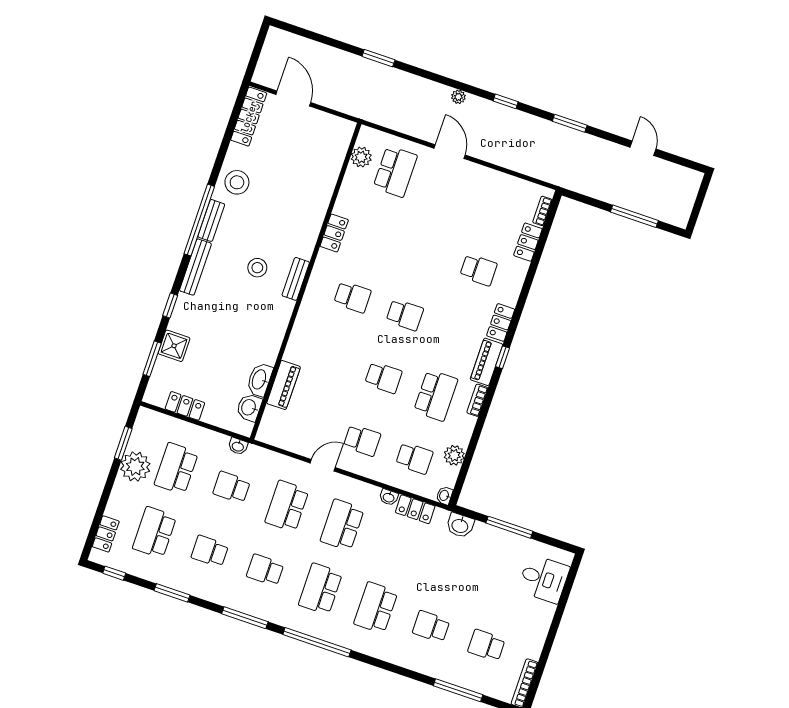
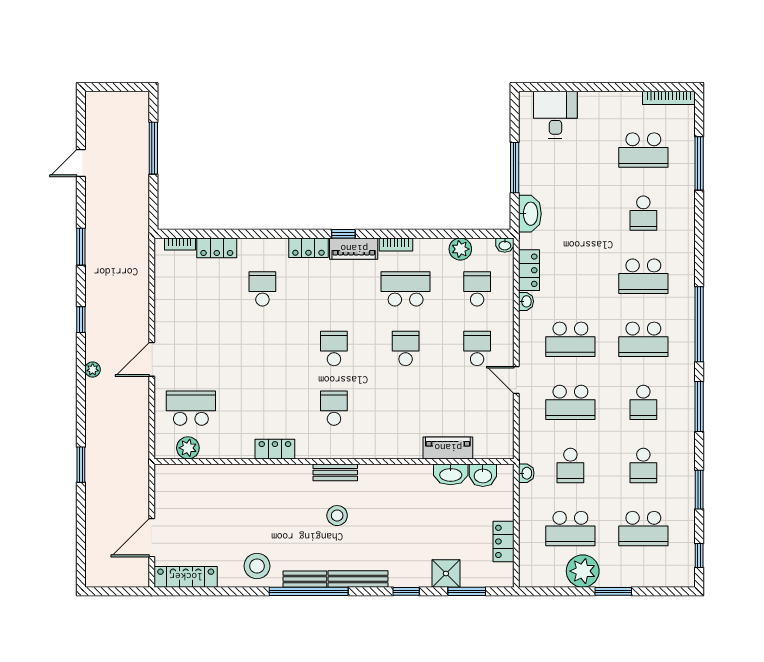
window: (123, 443) -> (613, 591), moved
washbasin: (460, 525) -> (530, 214), width x1.38
locker: (106, 534) -> (662, 578), removed
school desk: (486, 645) -> (643, 150), width x1.85

